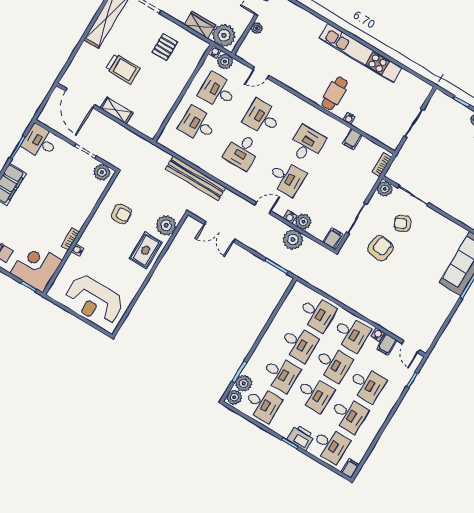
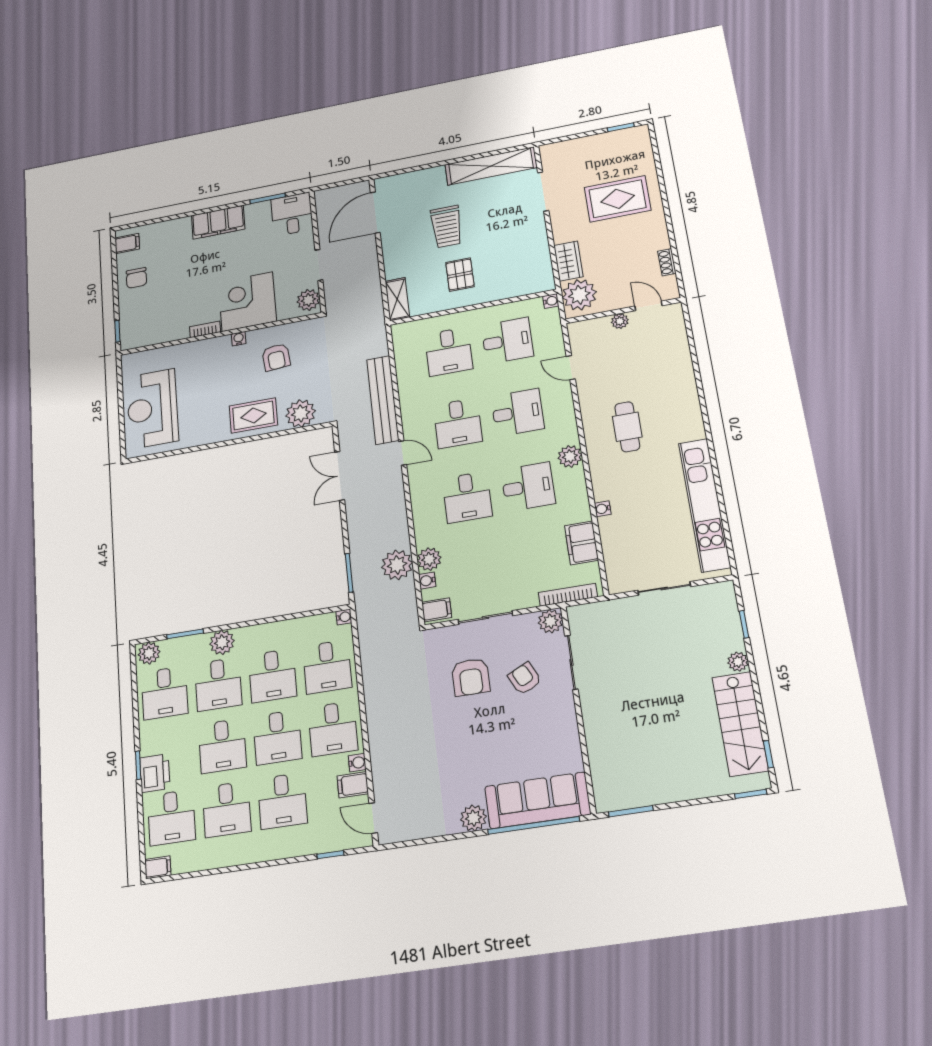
pallet: (165, 47) -> (460, 275), moved, turned 90
kitchen unit: (360, 53) -> (704, 505), moved
plant: (225, 61) -> (570, 456), moved
desk: (218, 91) -> (507, 341), turned 90
cafe table: (335, 93) -> (627, 427), moved, turned 90
shelving: (116, 110) -> (397, 299), moved
desk: (262, 118) -> (518, 412), turned 90
desk: (198, 125) -> (449, 352), turned 180
filing cabinet: (352, 139) -> (582, 543), width x2.00
desk: (242, 151) -> (458, 423), turned -90
bookcase: (382, 165) -> (568, 595), width x1.56
door: (263, 208) -> (403, 453), moved
water cooler: (290, 217) -> (427, 581), moved
armchair: (380, 248) -> (471, 677), turned 82
water cooler: (77, 250) -> (239, 339), moved
corner desk: (36, 267) -> (247, 302), moved, turned -90
water cooler: (298, 286) -> (344, 617), added
plant: (449, 300) -> (473, 818), added
door: (411, 347) -> (373, 818), hinge flipped
plant: (244, 383) -> (222, 642), moved

